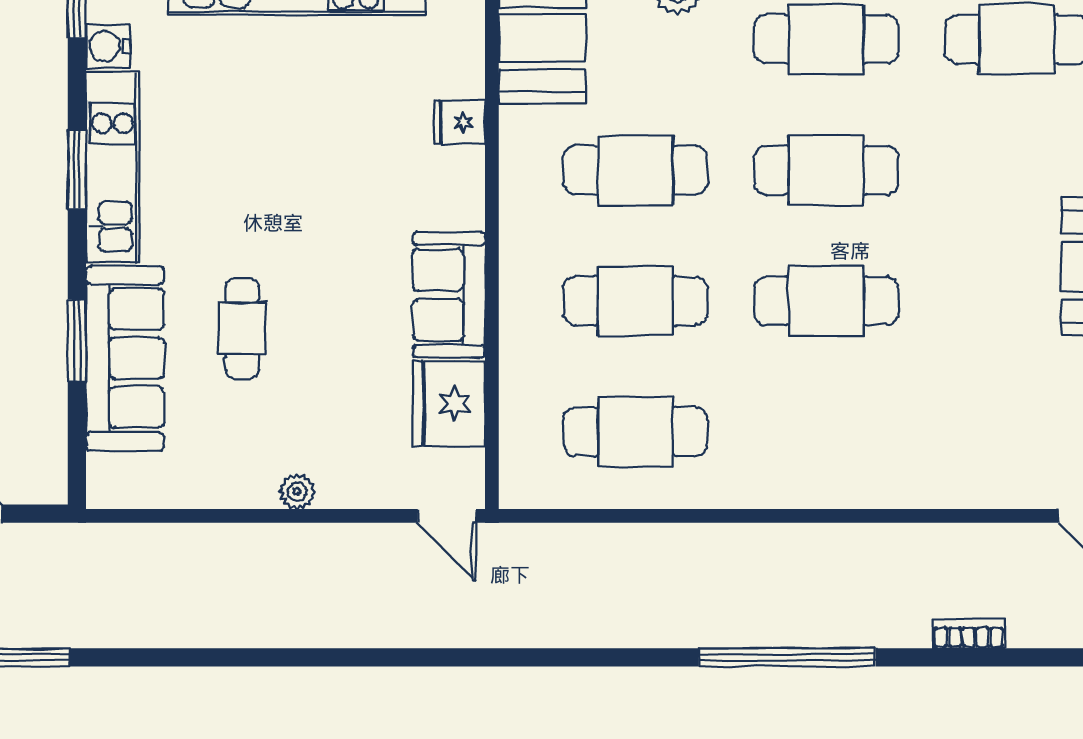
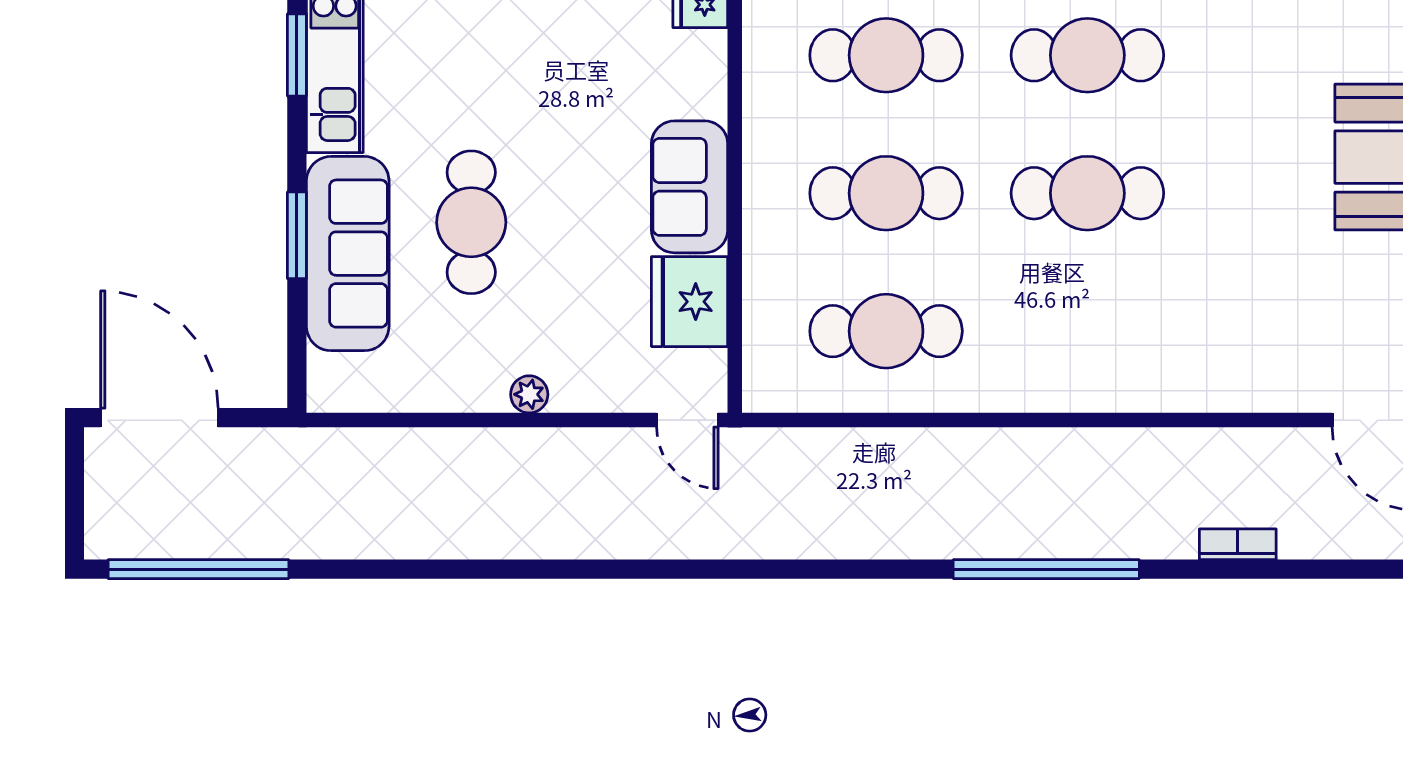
cafe table: (242, 328) -> (471, 222), width x1.37, depth x1.35

